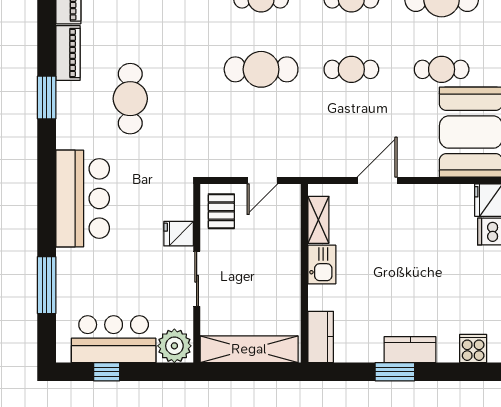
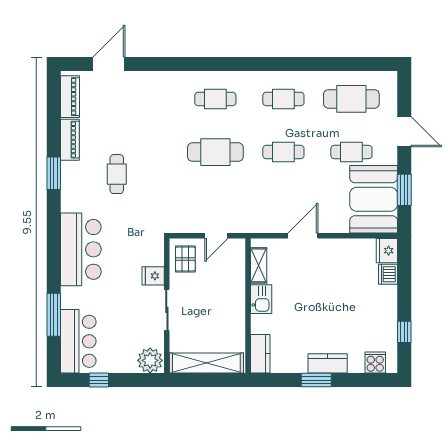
cafe table: (130, 99) -> (117, 174), width x0.73, depth x0.74
bar counter: (114, 339) -> (78, 341), moved, turned 90

